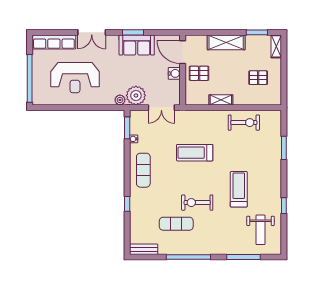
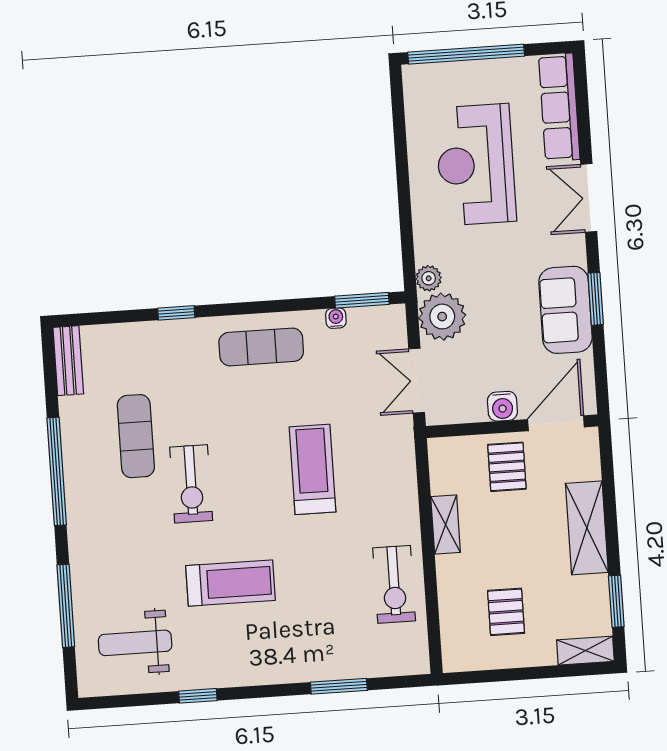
exercise bike: (197, 203) -> (191, 484), turned 180

